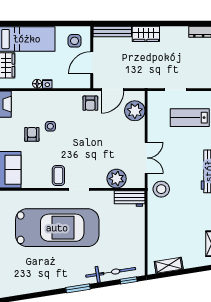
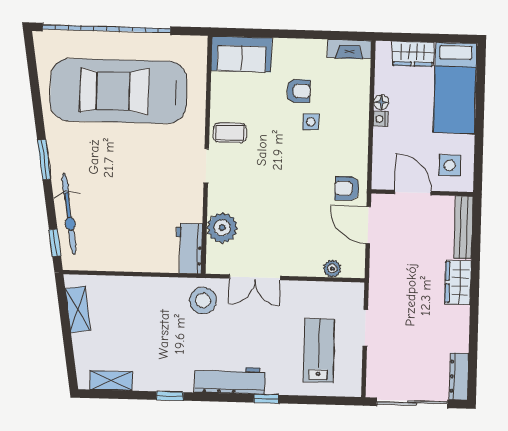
plant: (135, 111) -> (332, 269), width x0.53, depth x0.53
car: (57, 228) -> (119, 91), moved, turned 90

